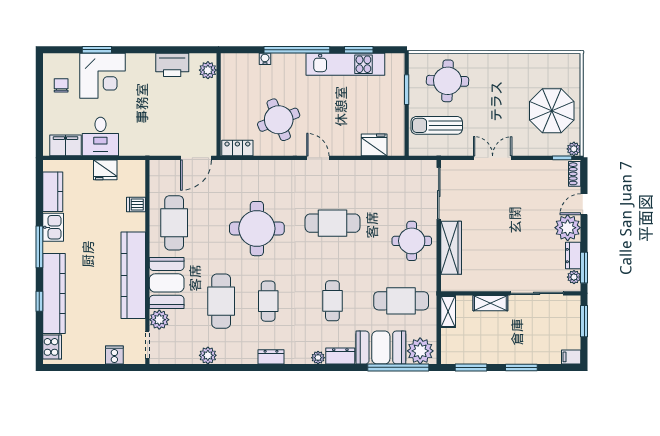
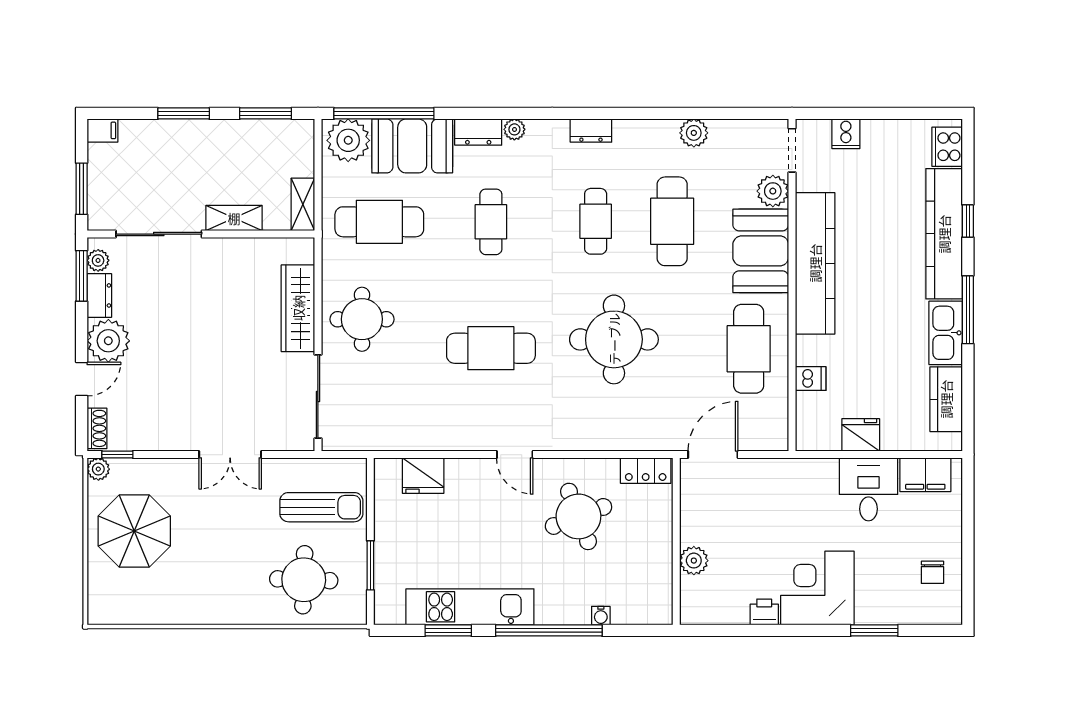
printer: (172, 65) -> (764, 612), width x0.53, depth x0.68
plant: (208, 70) -> (694, 561), moved
corner desk: (102, 76) -> (817, 588), moved
kitchen sink: (53, 227) -> (946, 333), width x1.38

